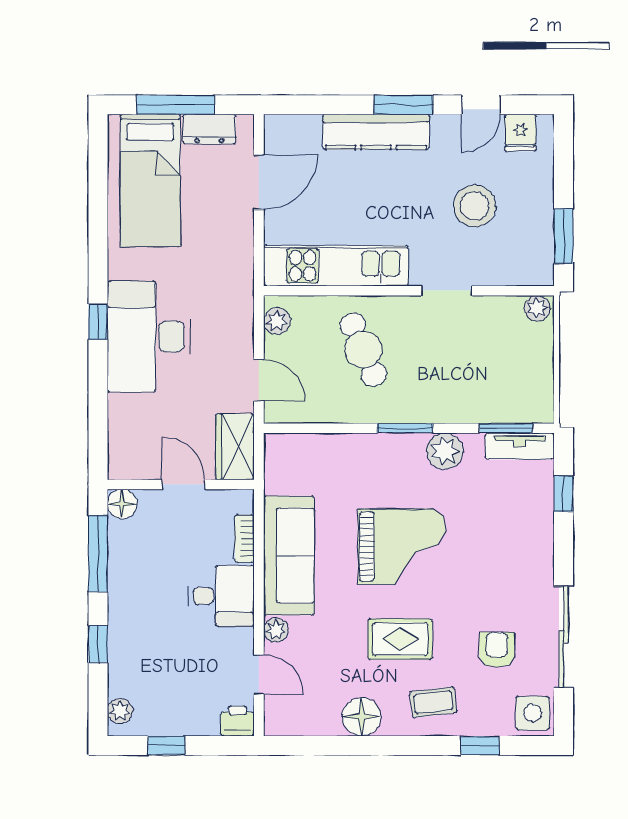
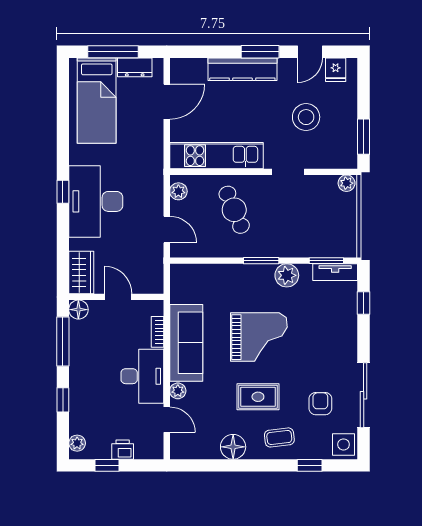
wardrobe: (235, 447) -> (81, 273), moved, turned 180
desk: (221, 596) -> (142, 376), width x1.37
printer: (238, 721) -> (123, 450), moved

